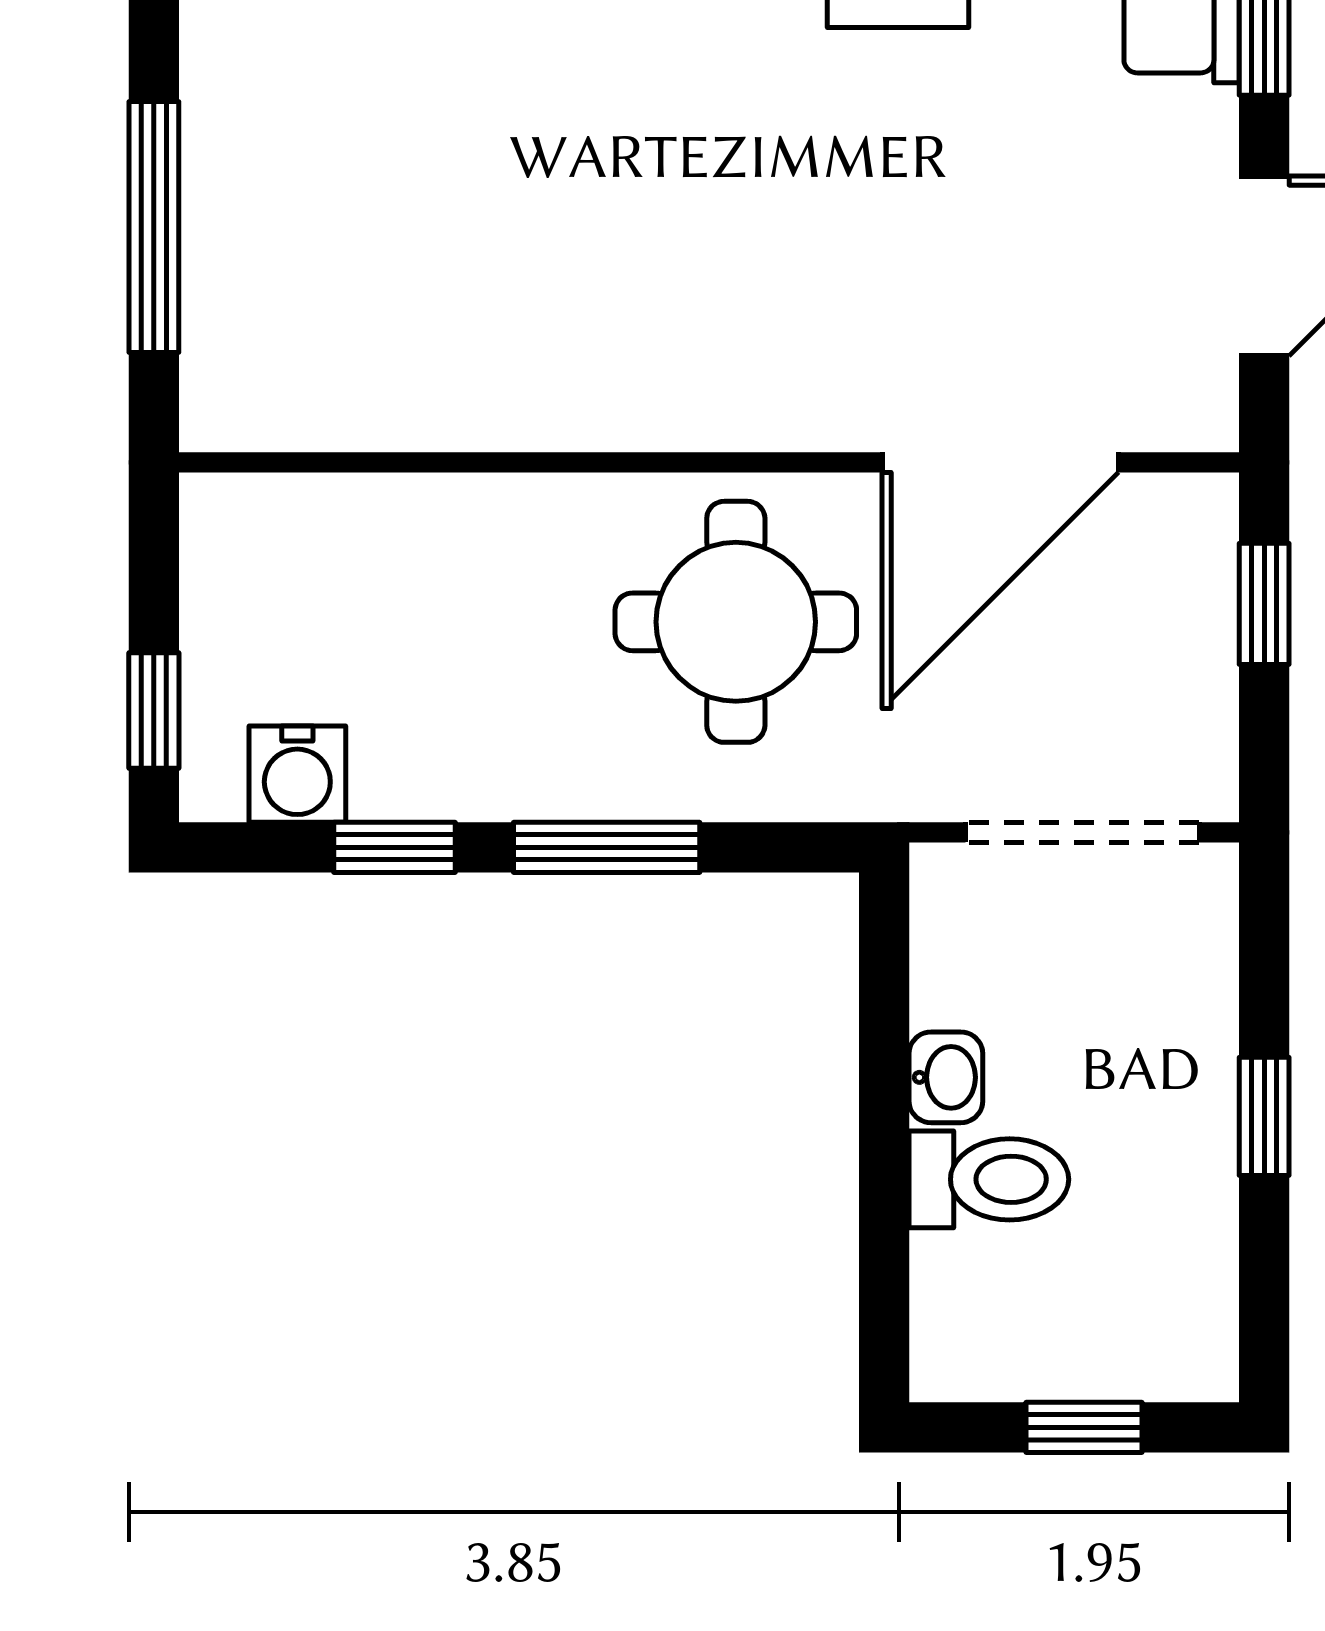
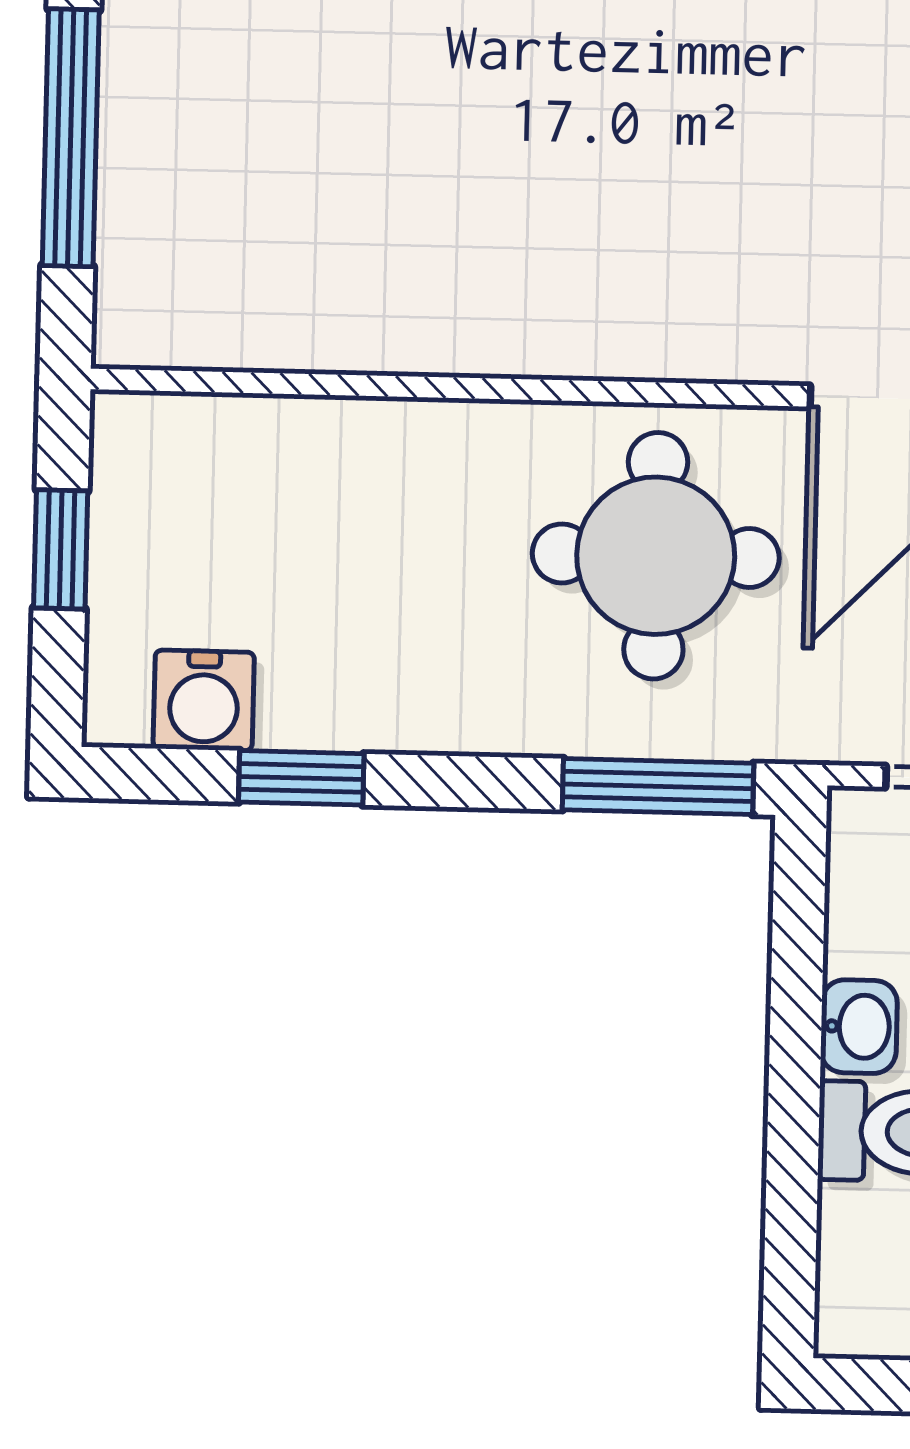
window: (154, 710) -> (61, 549), moved
window: (607, 847) -> (658, 787), moved

